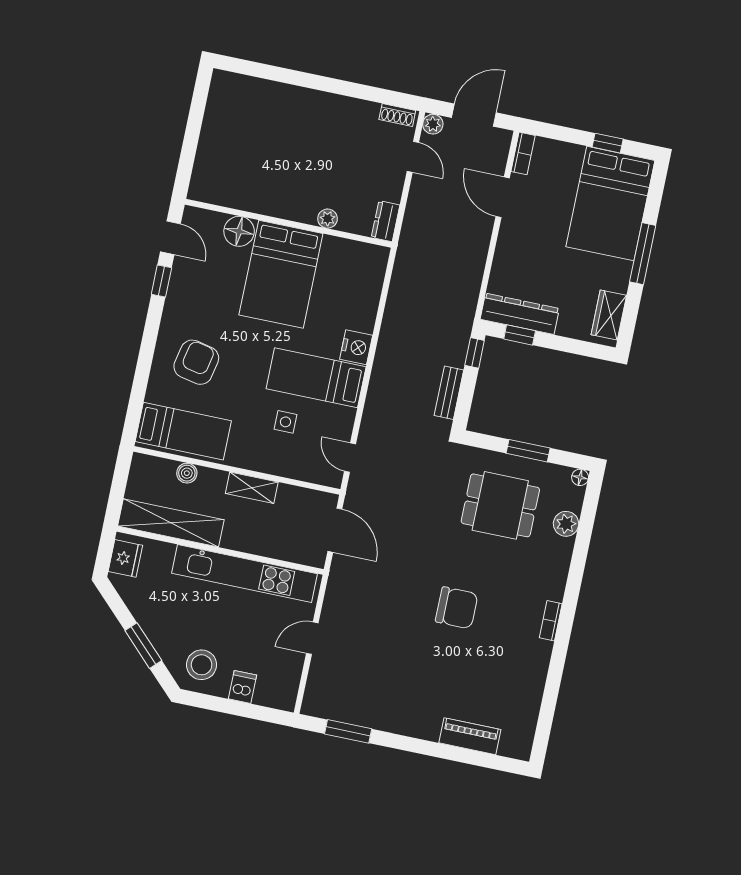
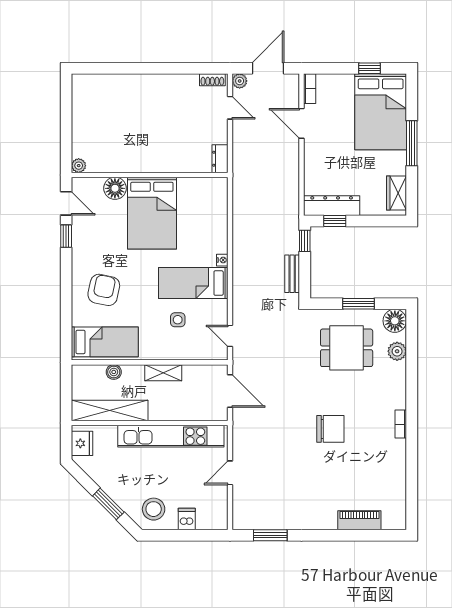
plant: (328, 219) -> (79, 166), moved
nightstand: (356, 347) -> (222, 260), width x0.53, depth x0.56
floor lamp: (580, 477) -> (395, 321), width x1.89, depth x1.89

